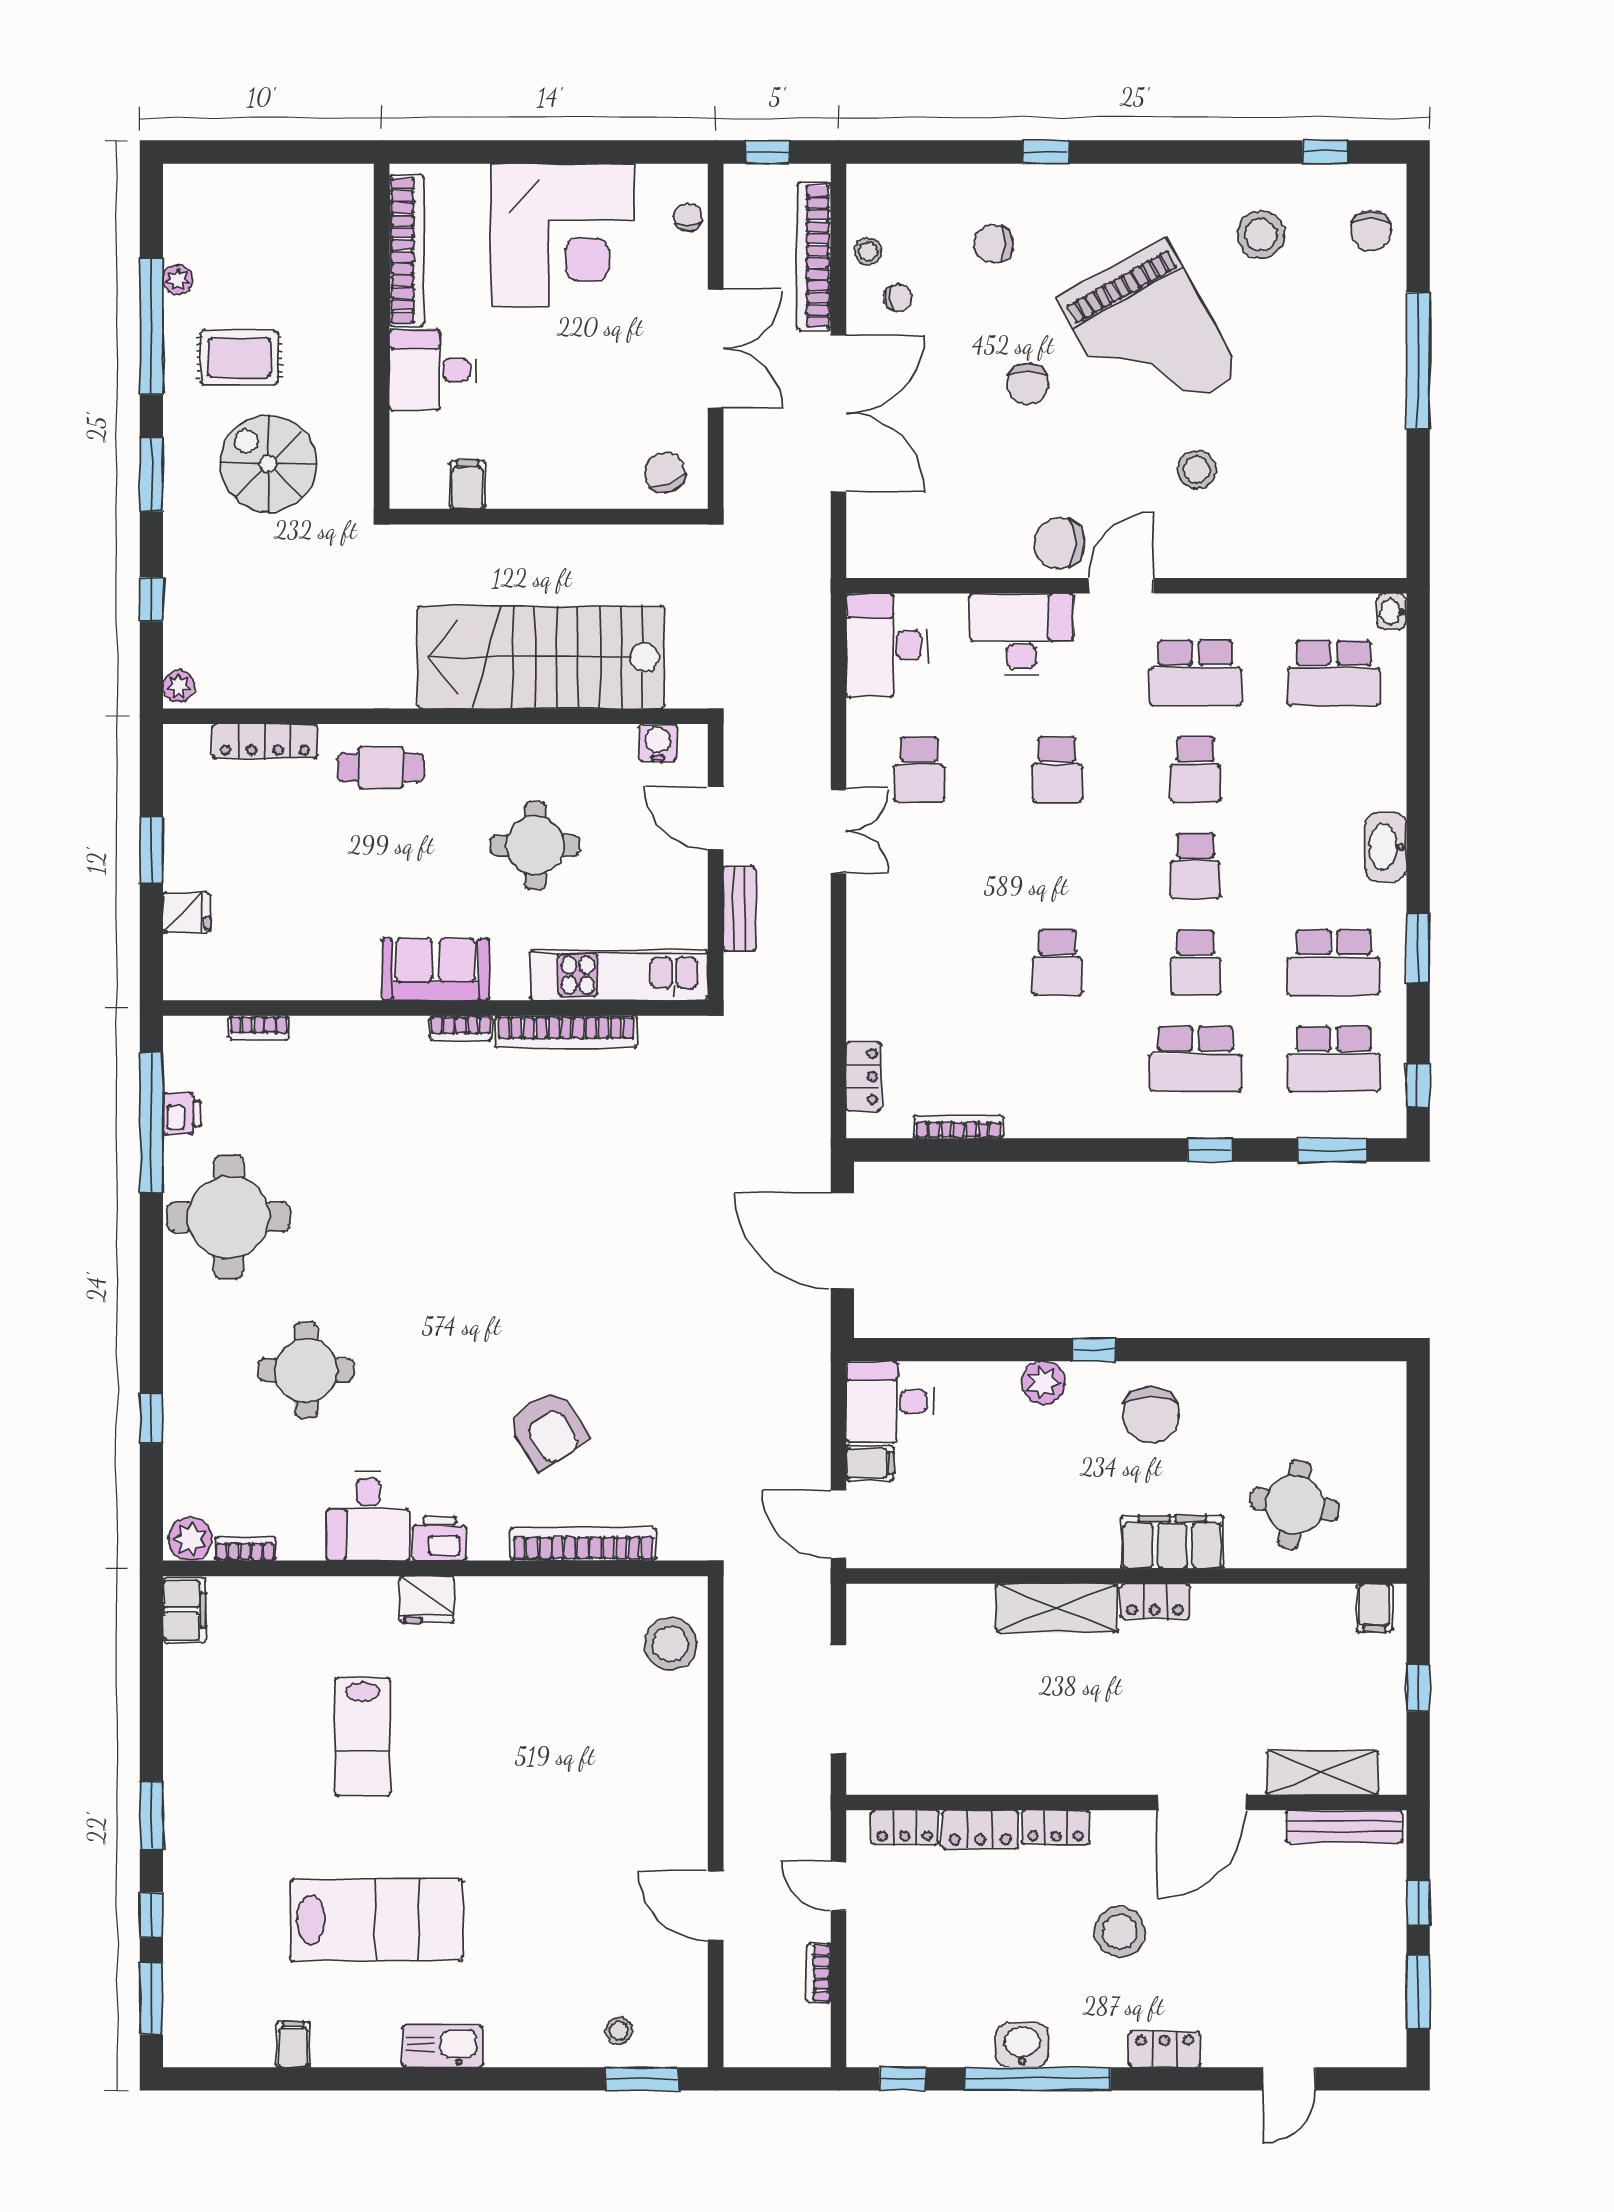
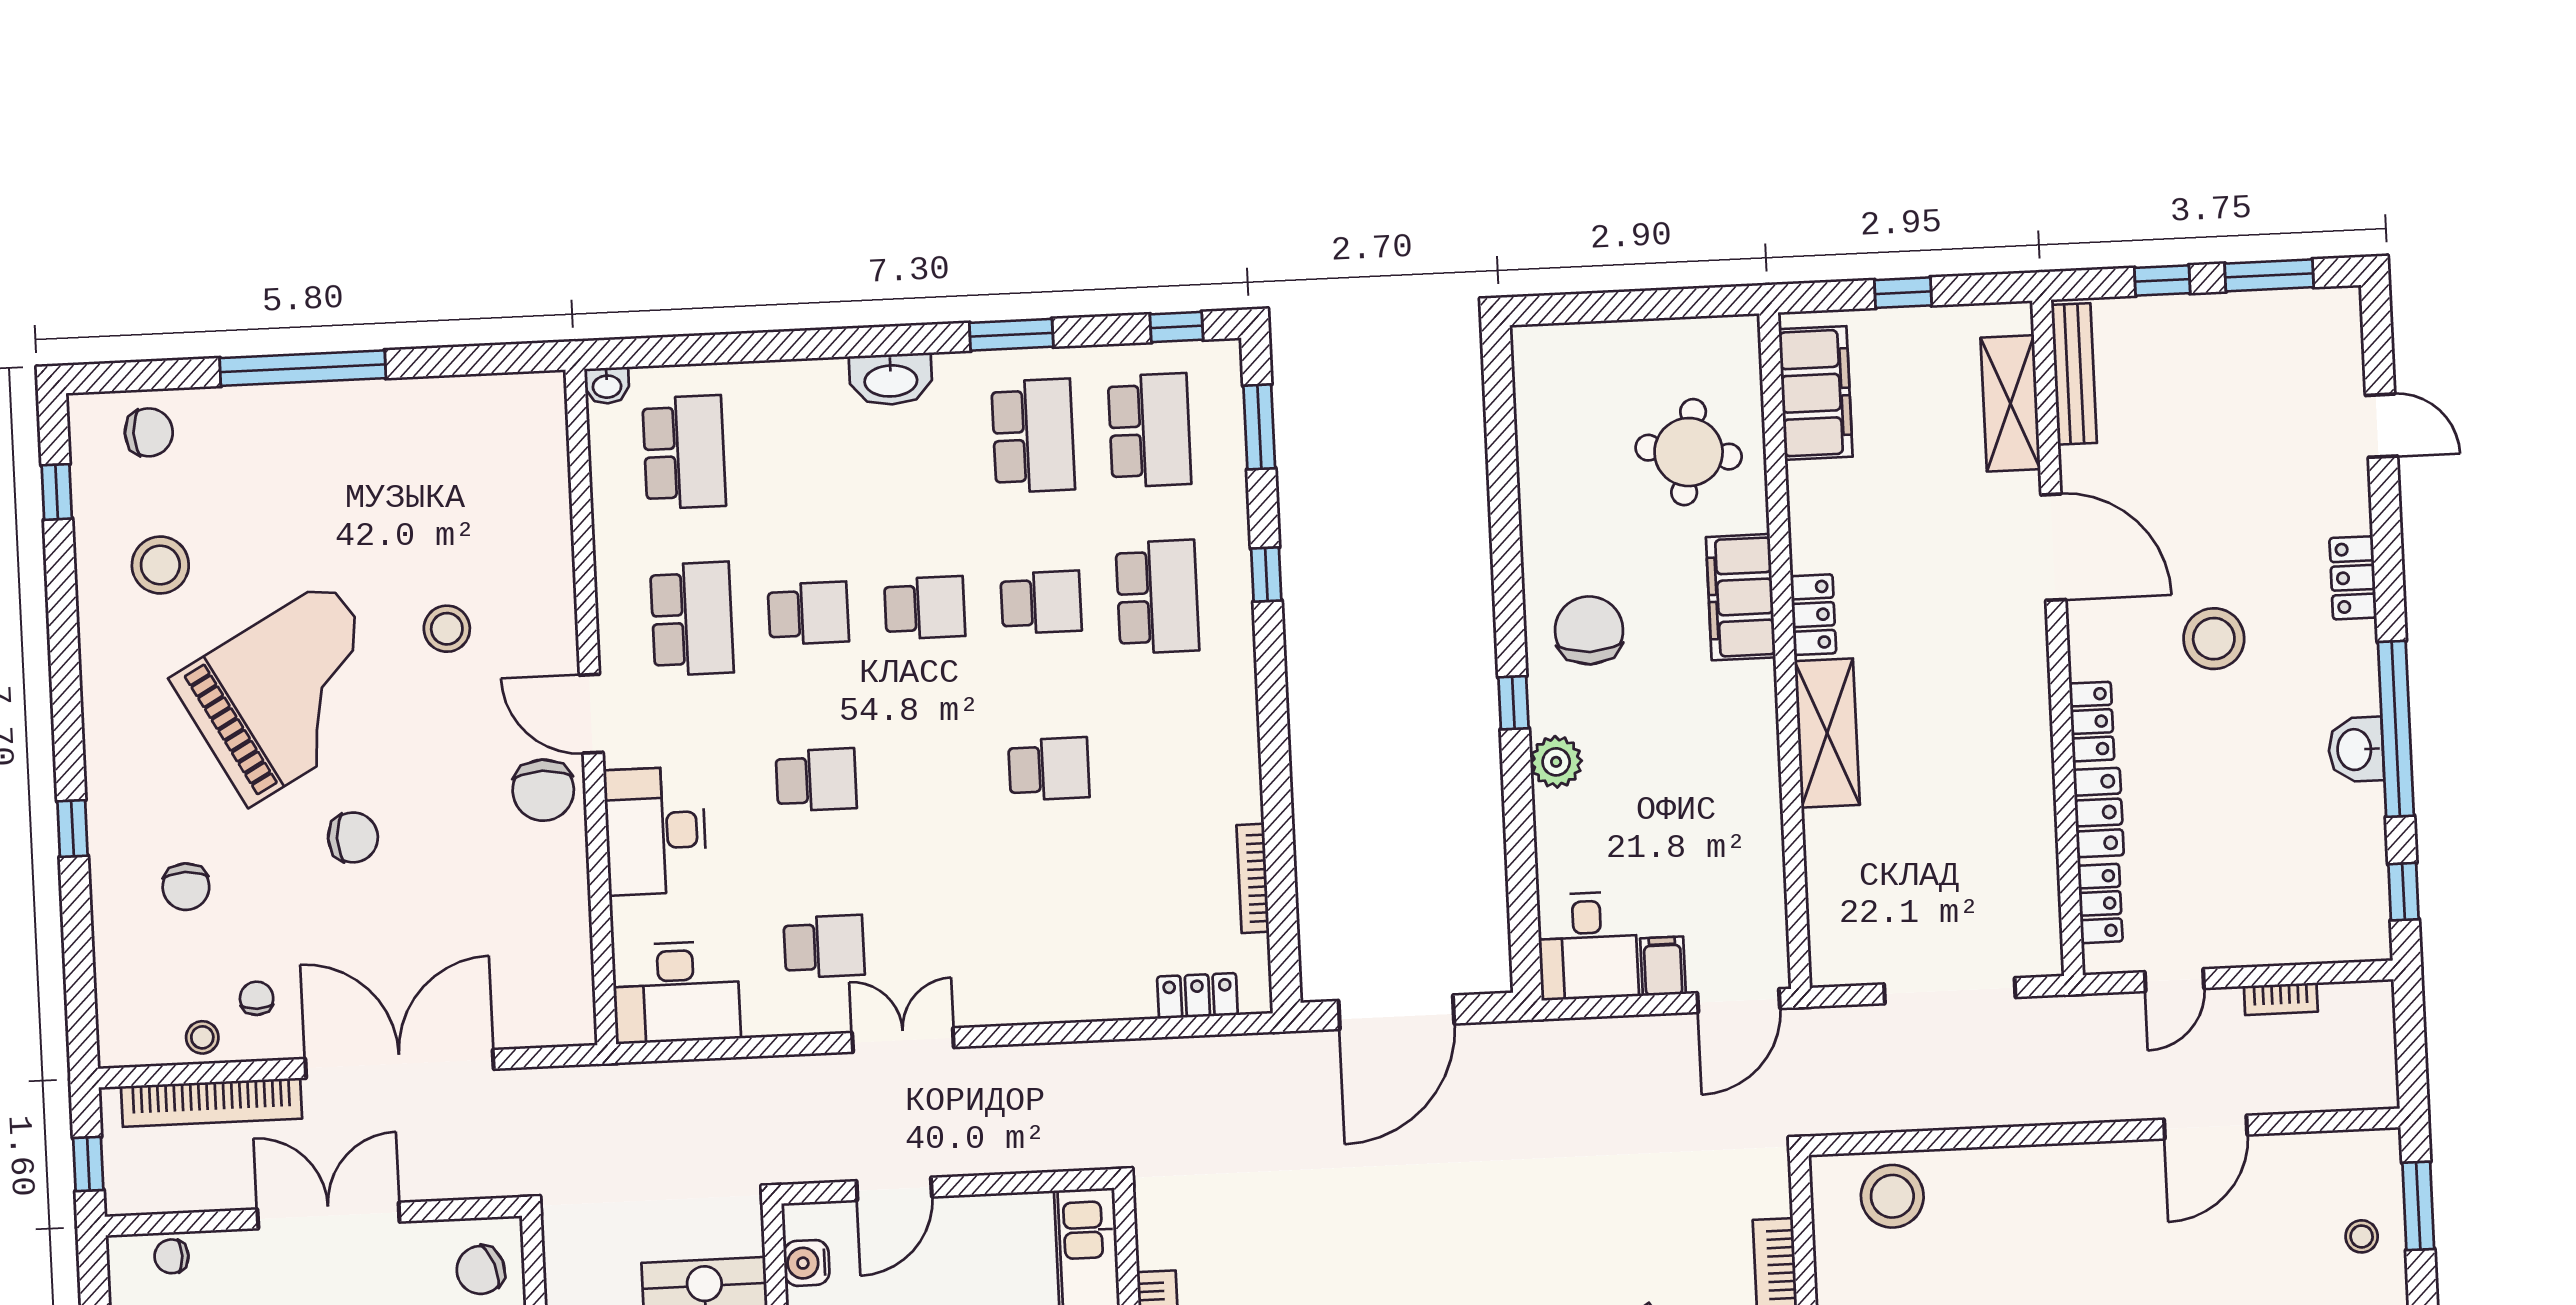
bench: (739, 909) -> (1002, 1155), removed
chair: (1151, 1415) -> (1589, 630), turned -90
filing cabinet: (1375, 1608) -> (1816, 393), width x3.00, depth x1.17

